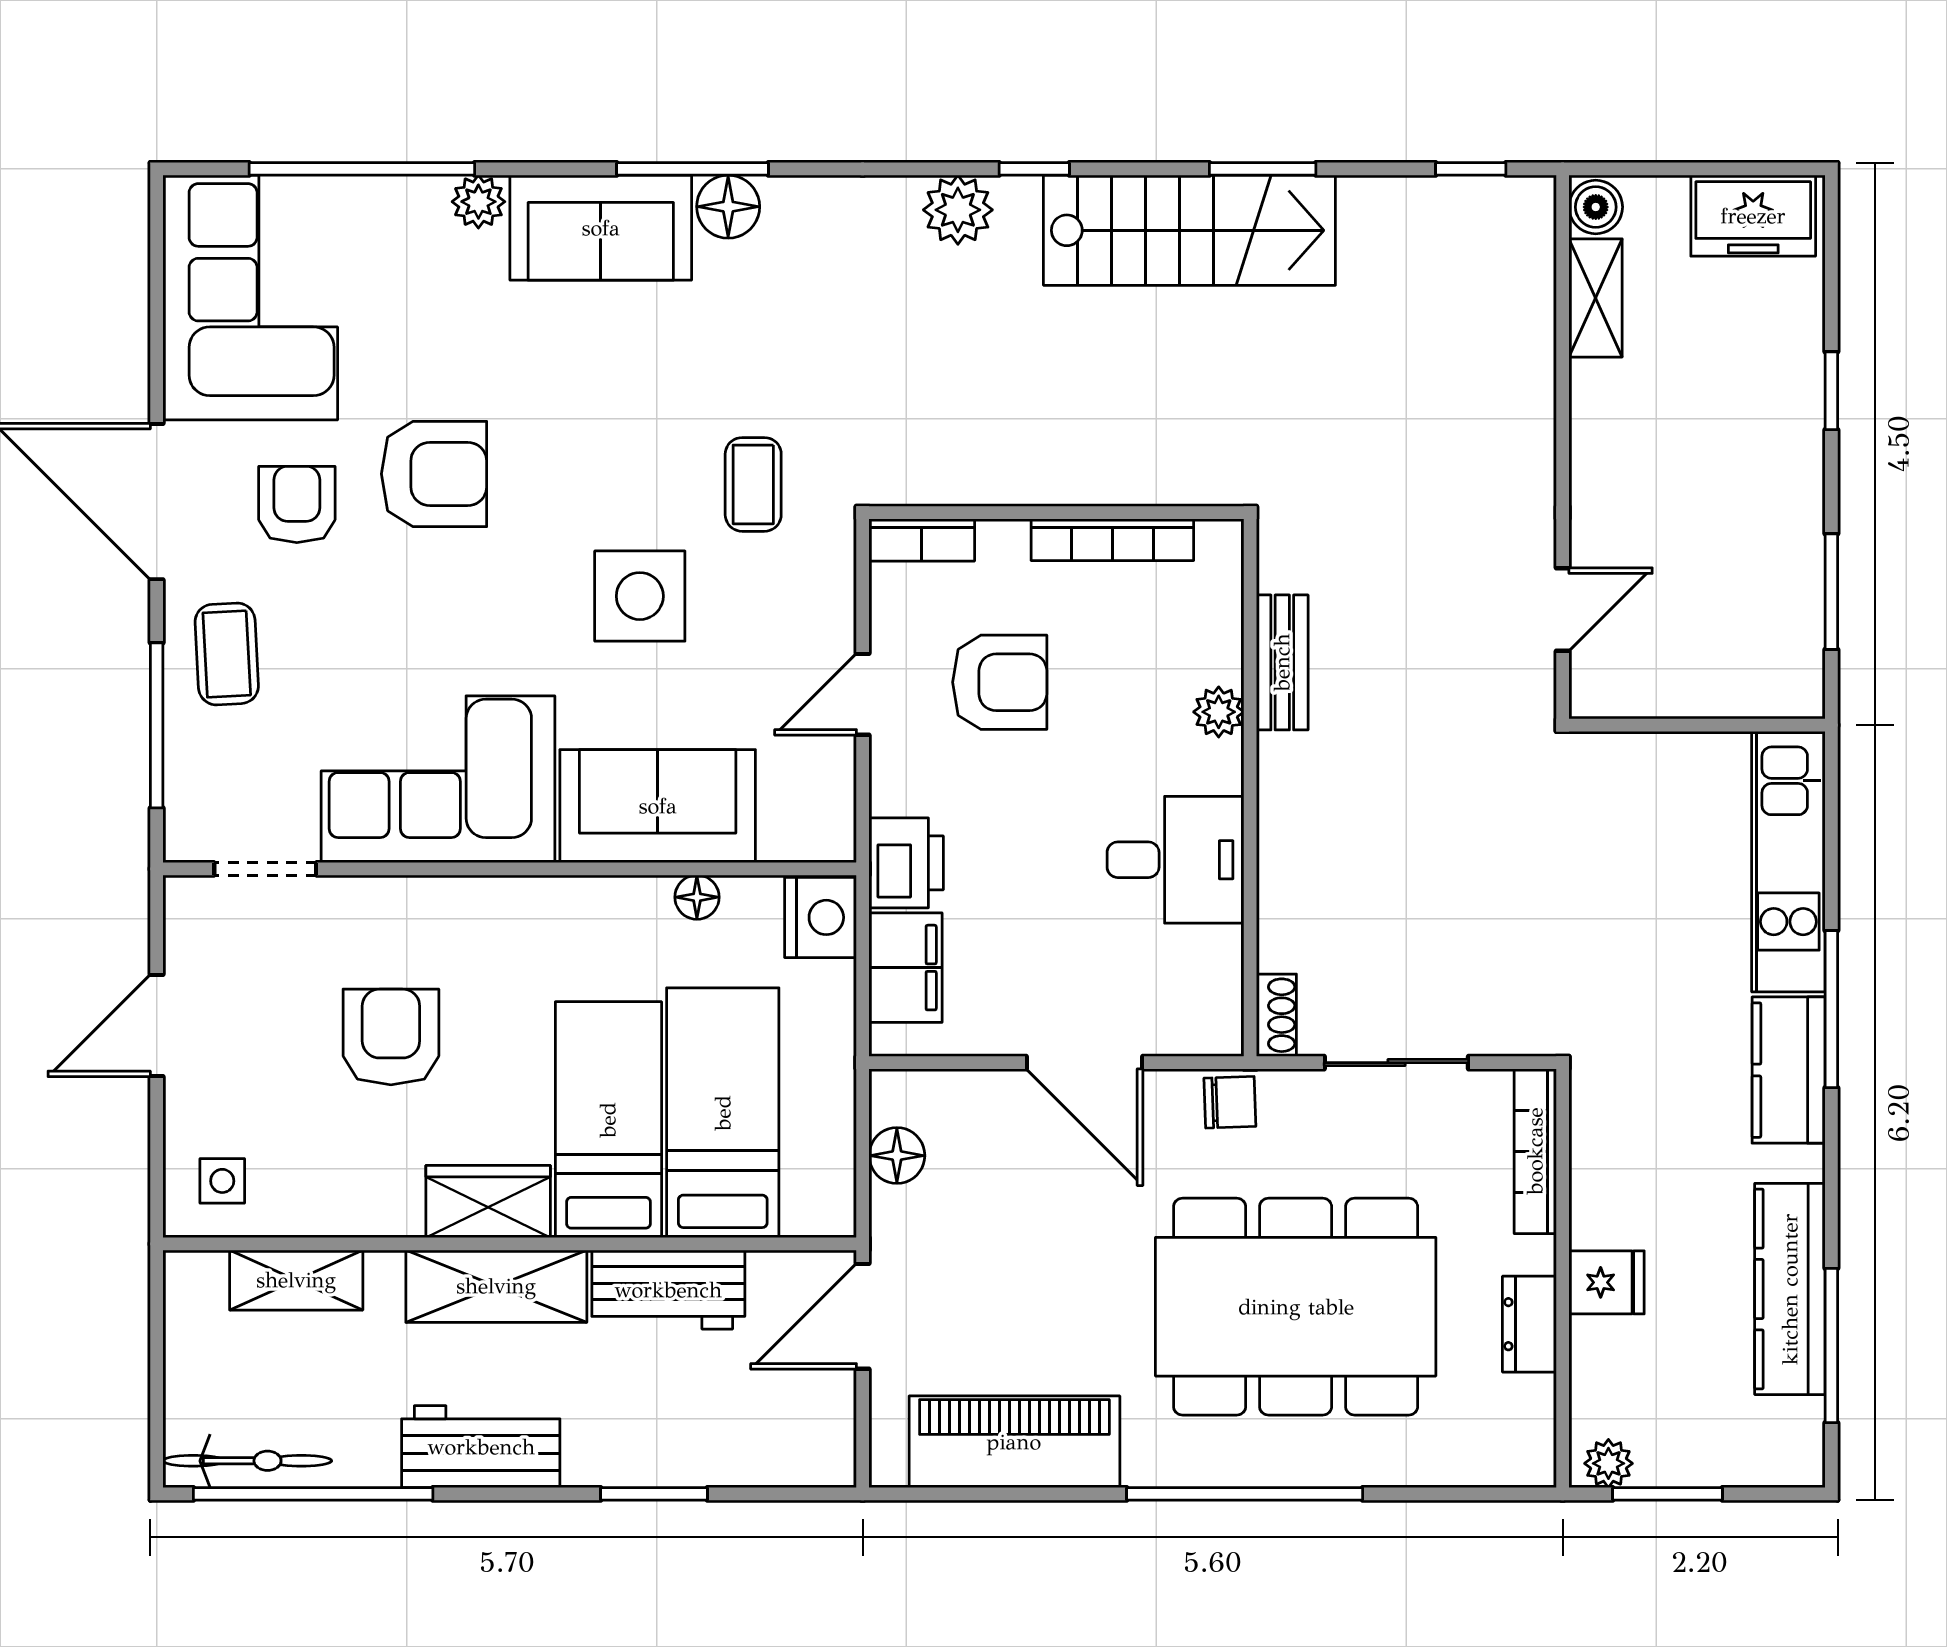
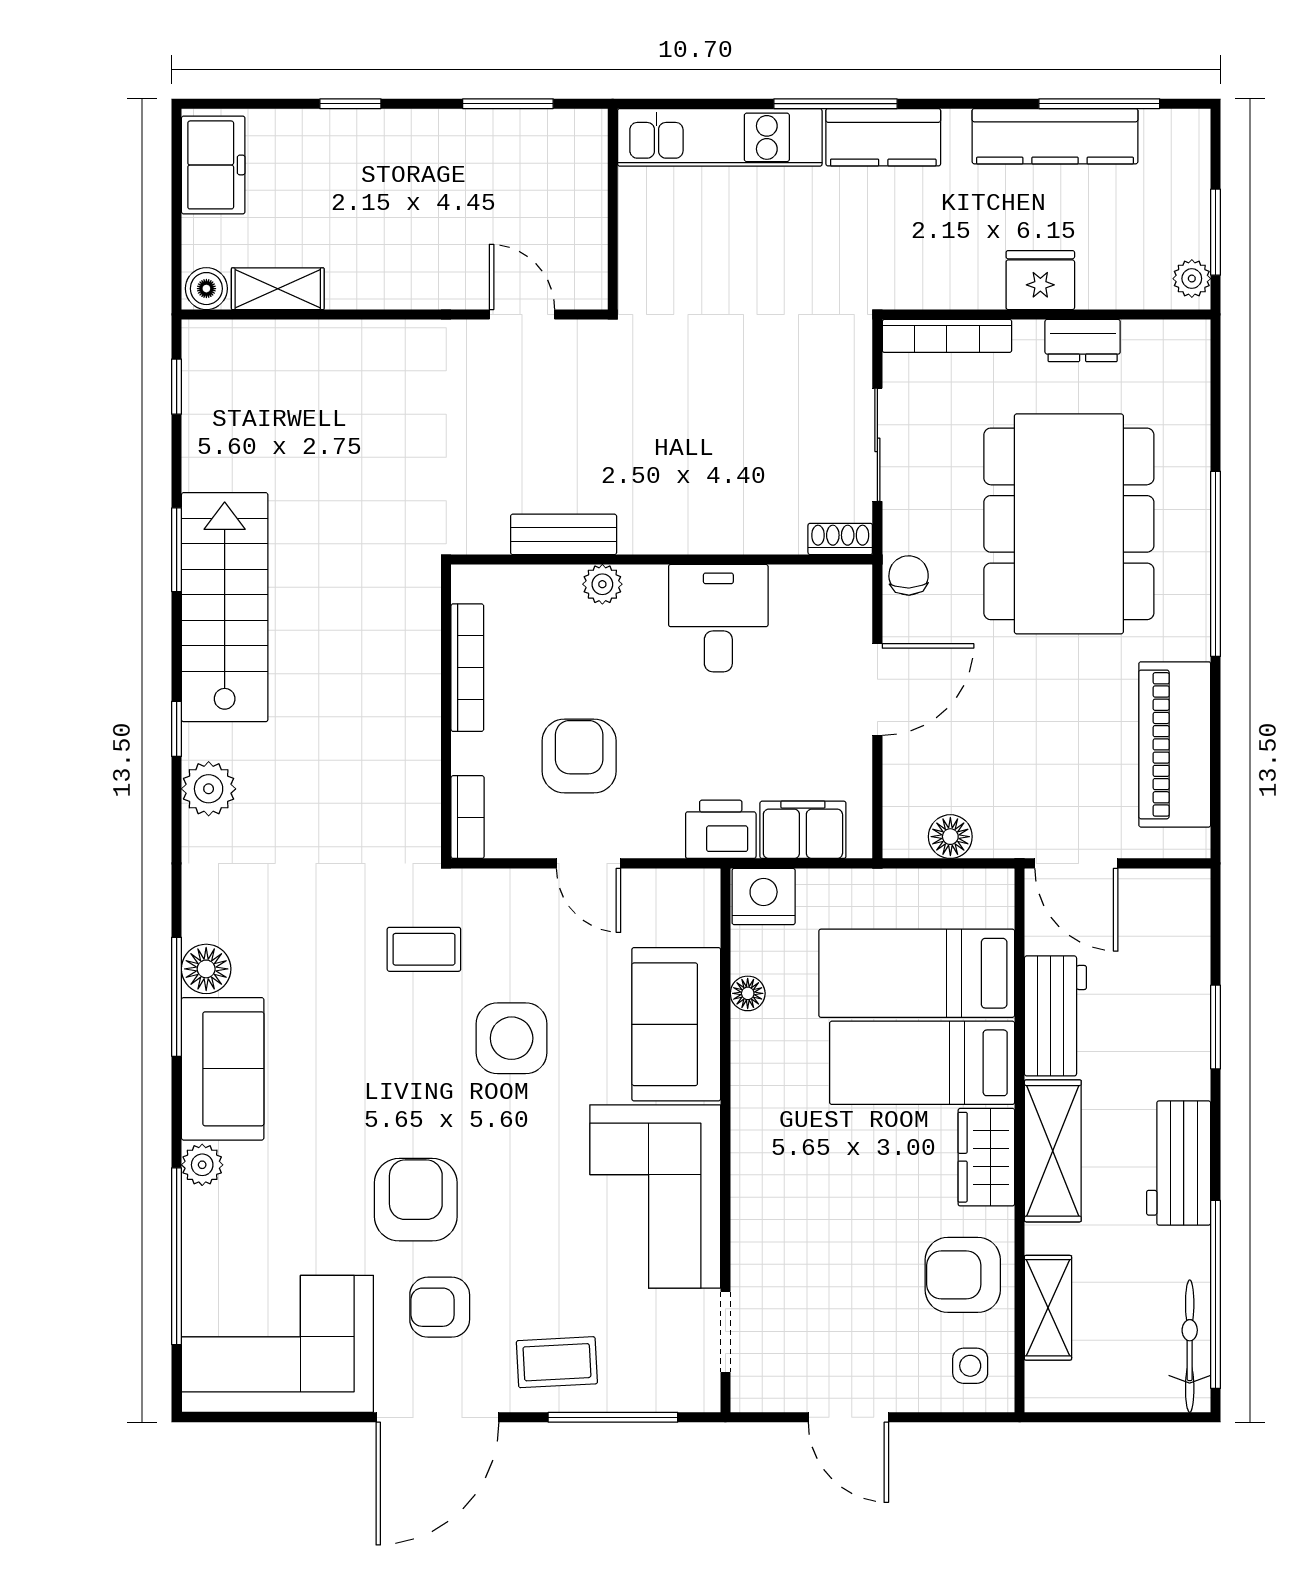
armchair: (391, 1037) -> (963, 1275), moved
fridge: (1607, 1282) -> (1040, 280), width x1.38

